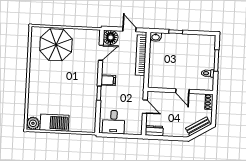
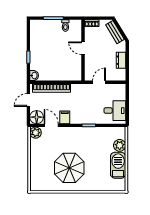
plant: (94, 35) -> (36, 133), added
parasol: (56, 45) -> (69, 168), moved
filing cabinet: (108, 80) -> (65, 117), moved
door: (182, 91) -> (83, 48), swing flipped
plant: (33, 123) -> (120, 145), moved
dresser: (154, 131) -> (121, 60), moved

